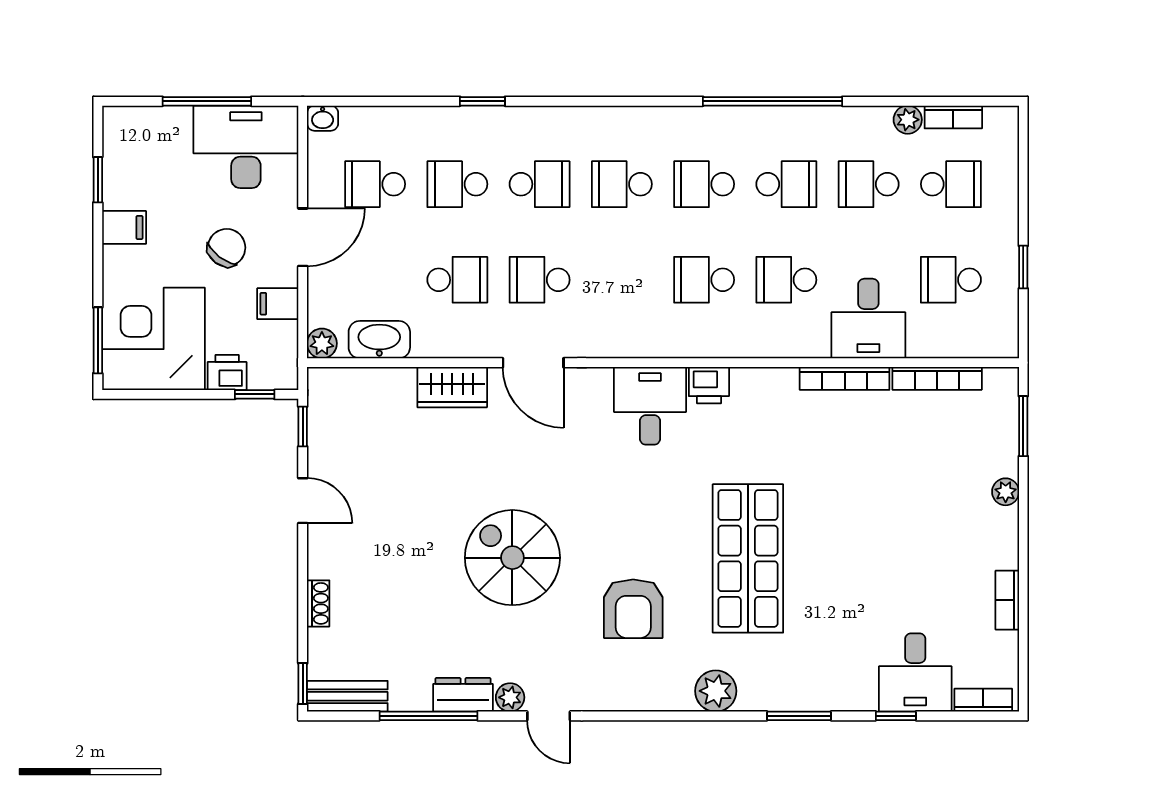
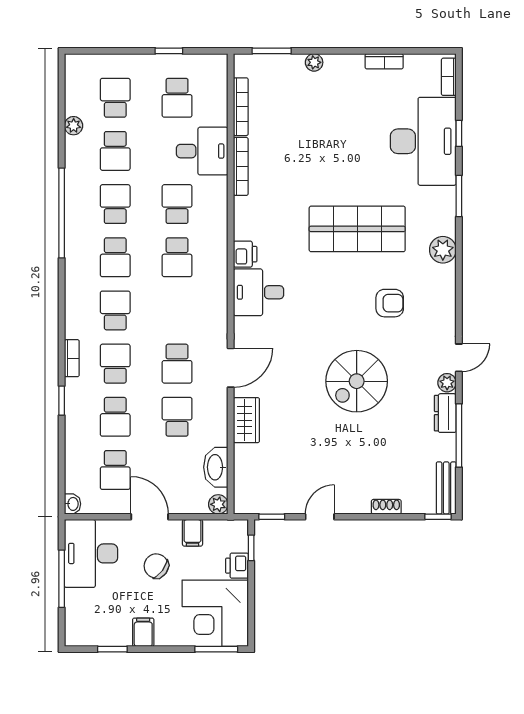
bookcase: (953, 117) -> (72, 358), moved
school desk: (622, 184) -> (115, 310), turned 180
school desk: (786, 280) -> (177, 204), turned 180
armchair: (633, 609) -> (390, 303), width x0.72, depth x0.72
desk: (915, 672) -> (423, 141), width x1.87, depth x1.30

